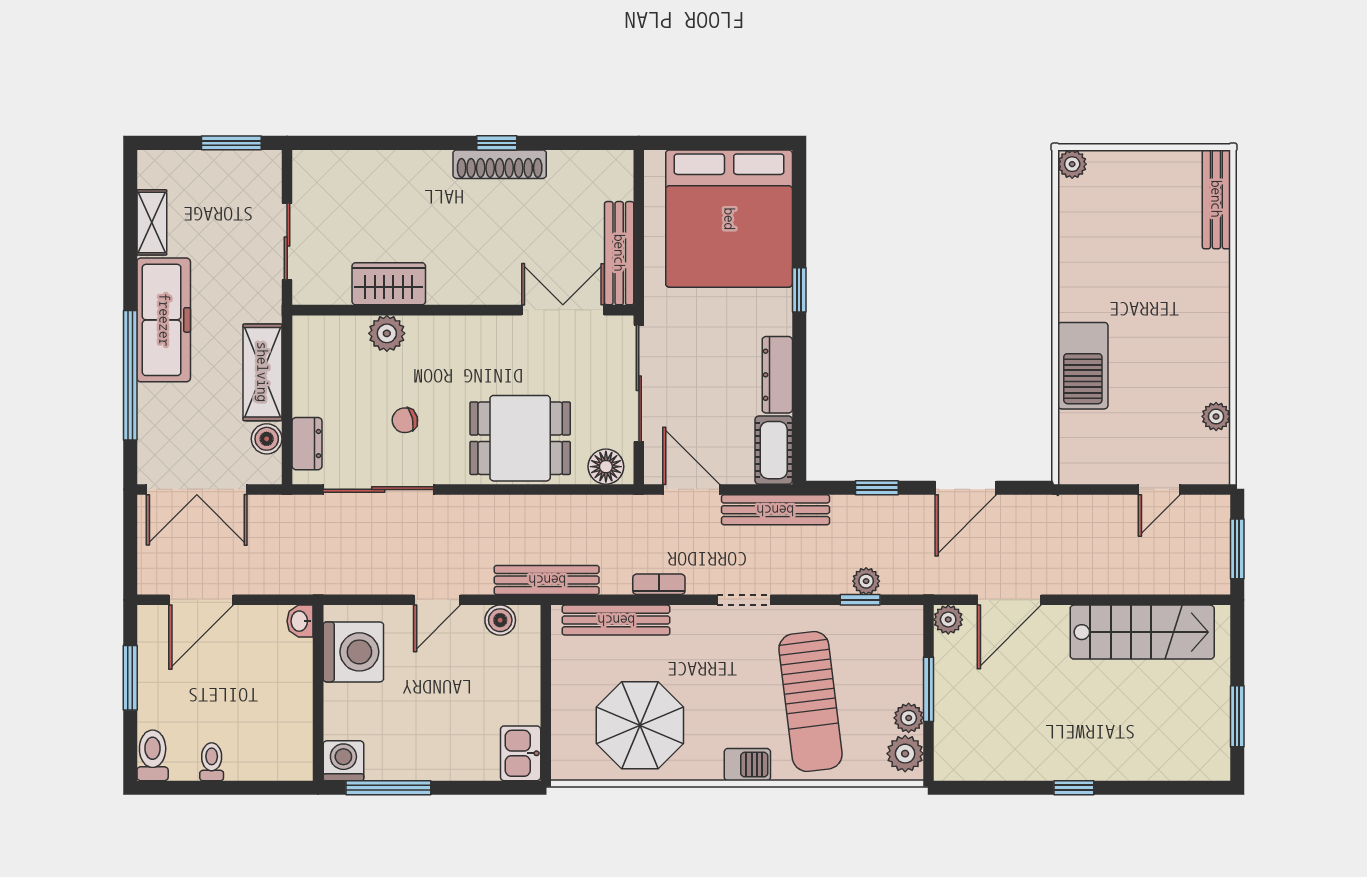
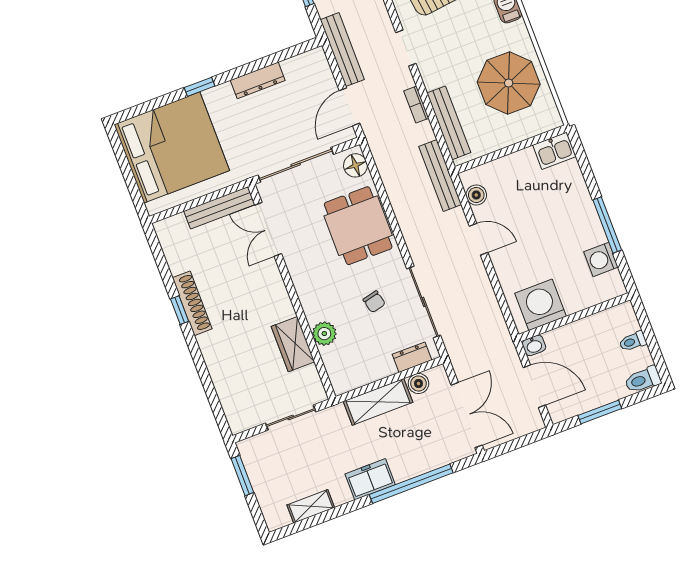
freezer: (164, 320) -> (370, 479), width x0.52, depth x0.79
cot: (774, 450) -> (305, 65), removed
washbasin: (300, 621) -> (534, 345), moved
washing machine: (353, 652) -> (541, 305), moved
wall: (318, 693) -> (575, 317), moved

